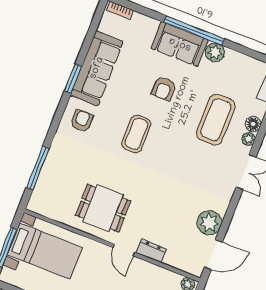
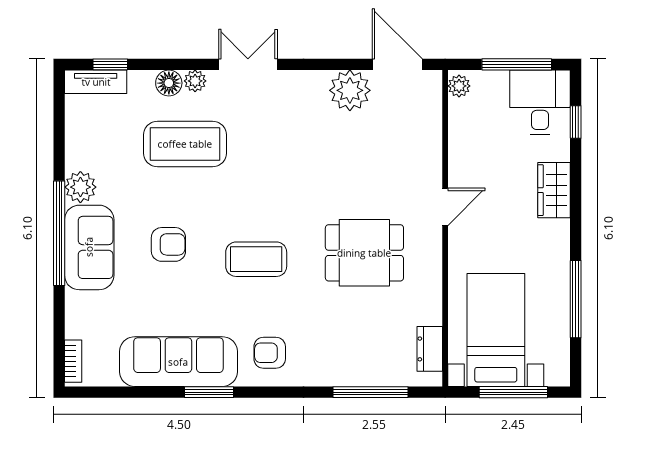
dining table: (103, 208) -> (364, 253), moved, turned 90
dresser: (151, 251) -> (430, 349), moved

